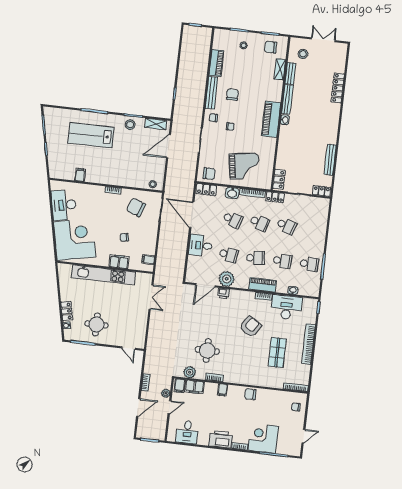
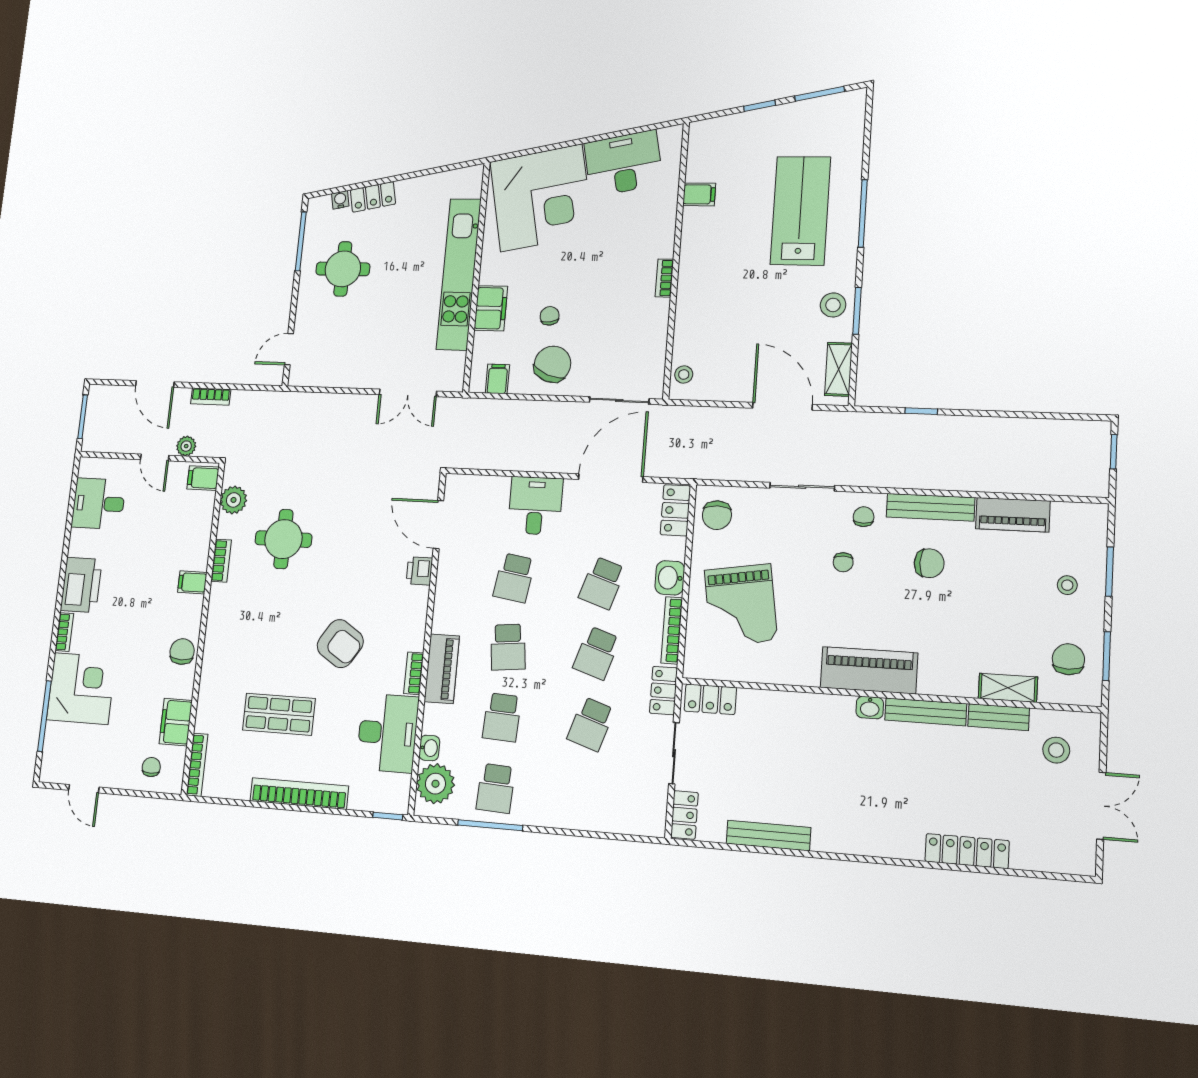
chair: (136, 207) -> (552, 364), moved
plant: (227, 279) -> (435, 784), moved
filing cabinet: (195, 387) -> (176, 722), moved

